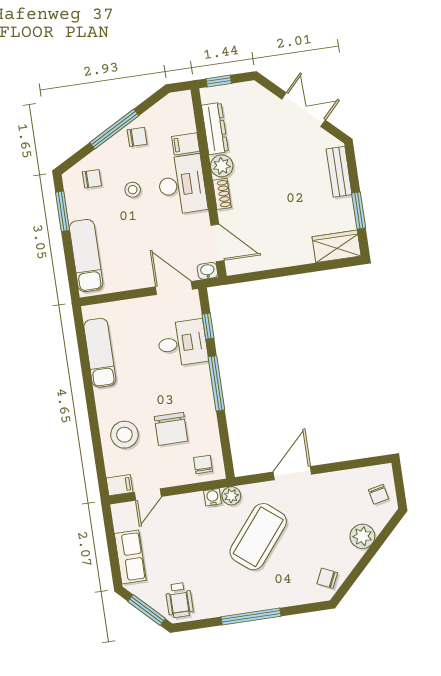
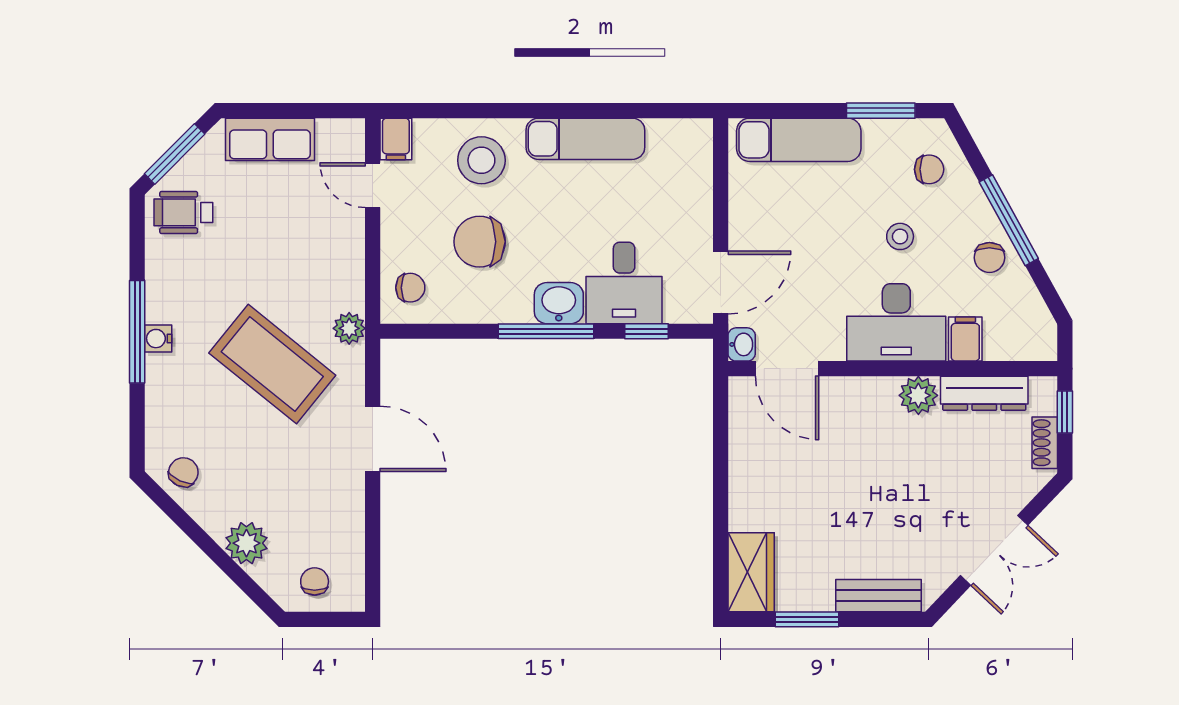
chair: (92, 179) -> (929, 169), turned -90
shoe rack: (222, 194) -> (1045, 443), moved, turned 90
door: (217, 243) -> (787, 369), hinge flipped
exam couch: (100, 353) -> (585, 139), moved
washbasin: (199, 379) -> (559, 303), added
chair: (378, 494) -> (315, 581), turned 102
water cooler: (213, 497) -> (158, 339), moved, turned 180

